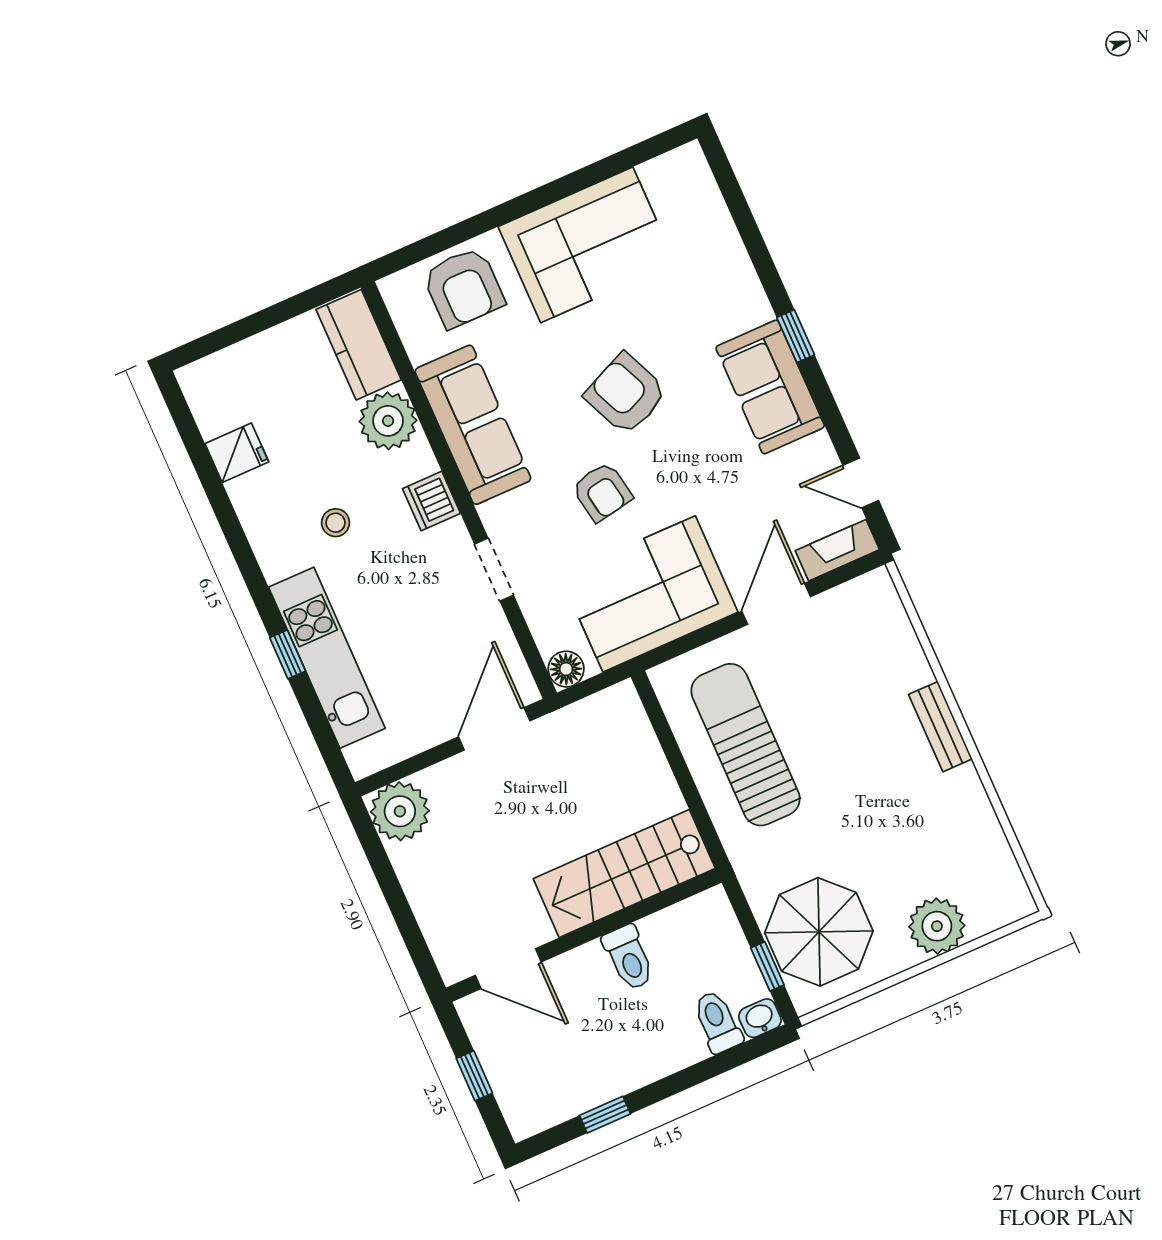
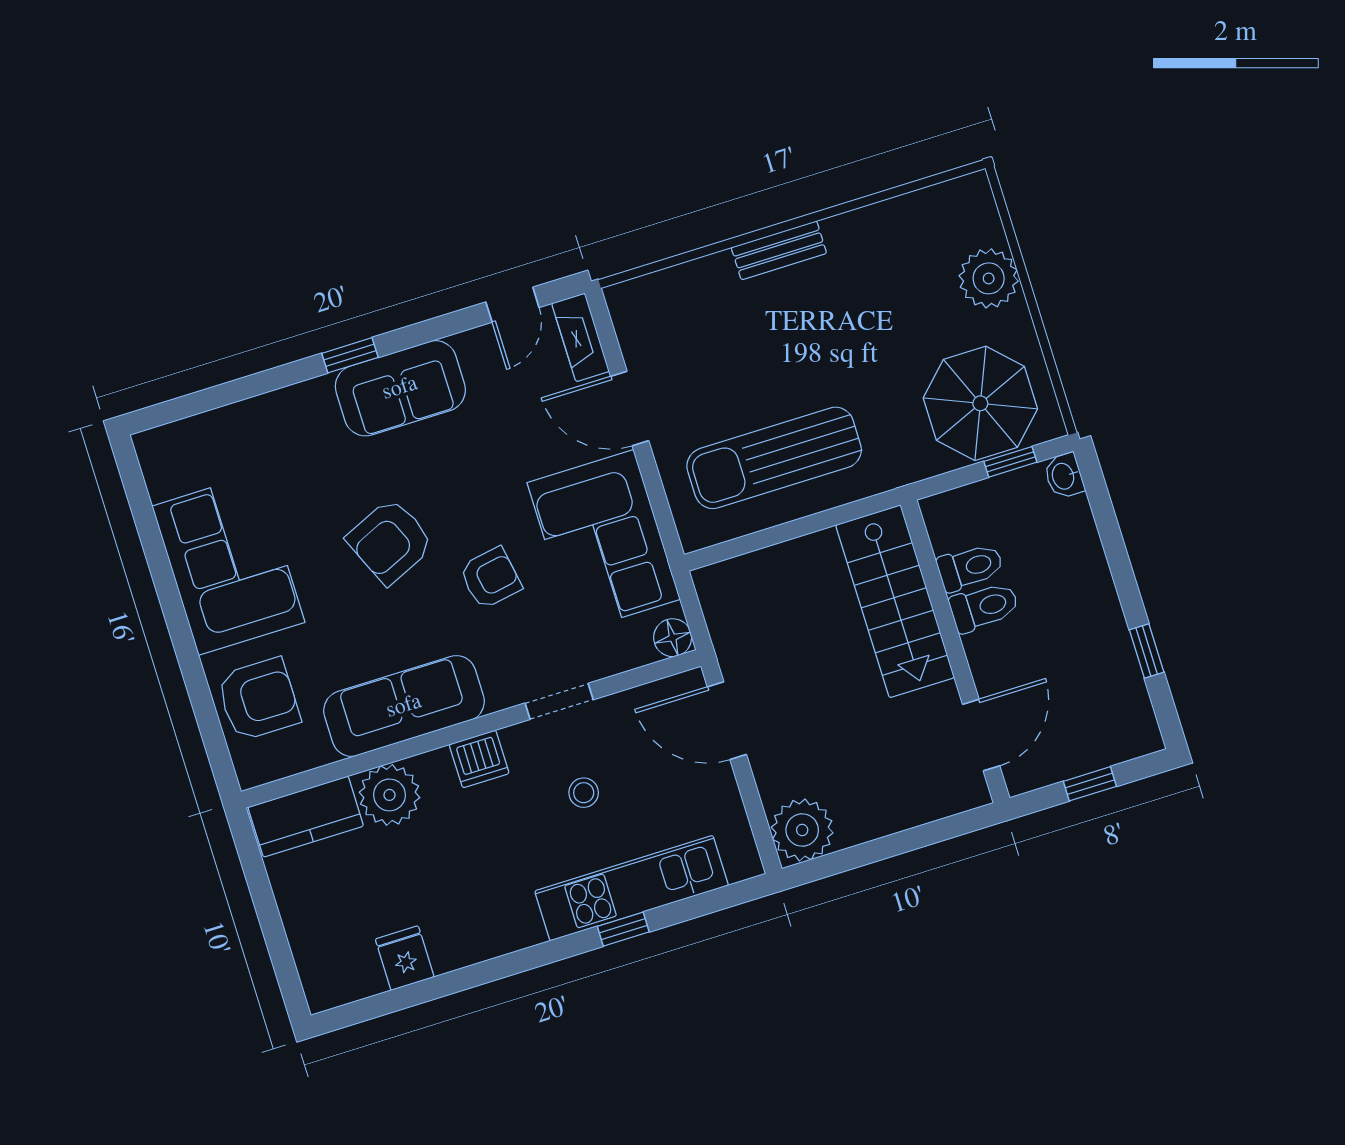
stool: (336, 523) -> (584, 793), moved
toilet: (717, 1022) -> (970, 567), moved, turned 180

